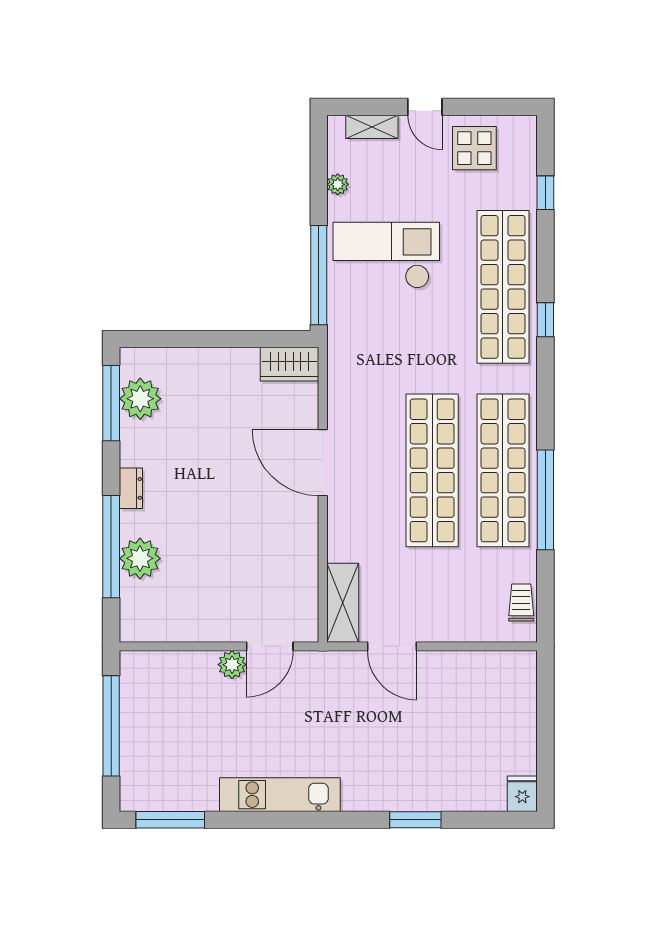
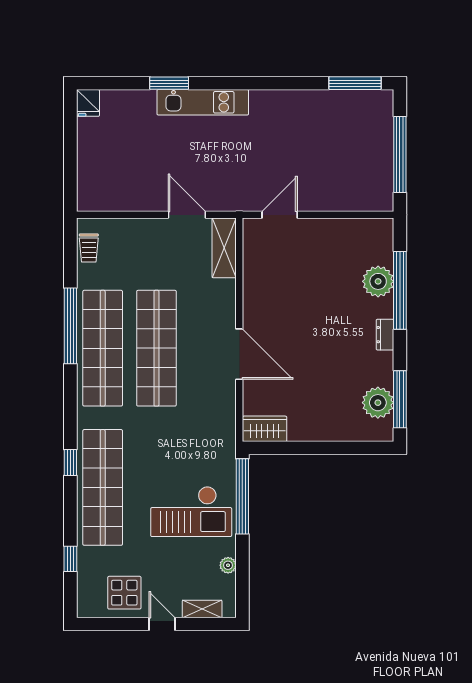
plant: (232, 665) -> (308, 201), removed
kitchen unit: (280, 795) -> (203, 102), moved

